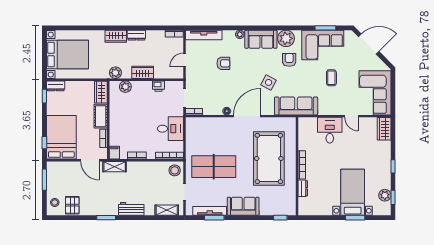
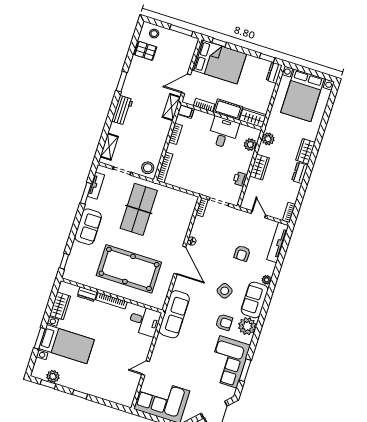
coffee table: (331, 78) -> (192, 360), removed
side table: (269, 82) -> (225, 291), moved
desk: (170, 129) -> (223, 133), moved, turned 180
wardrobe: (384, 129) -> (60, 306), moved, turned 90
desk: (330, 130) -> (145, 321), moved
tv unit: (210, 211) -> (96, 186), width x0.71

